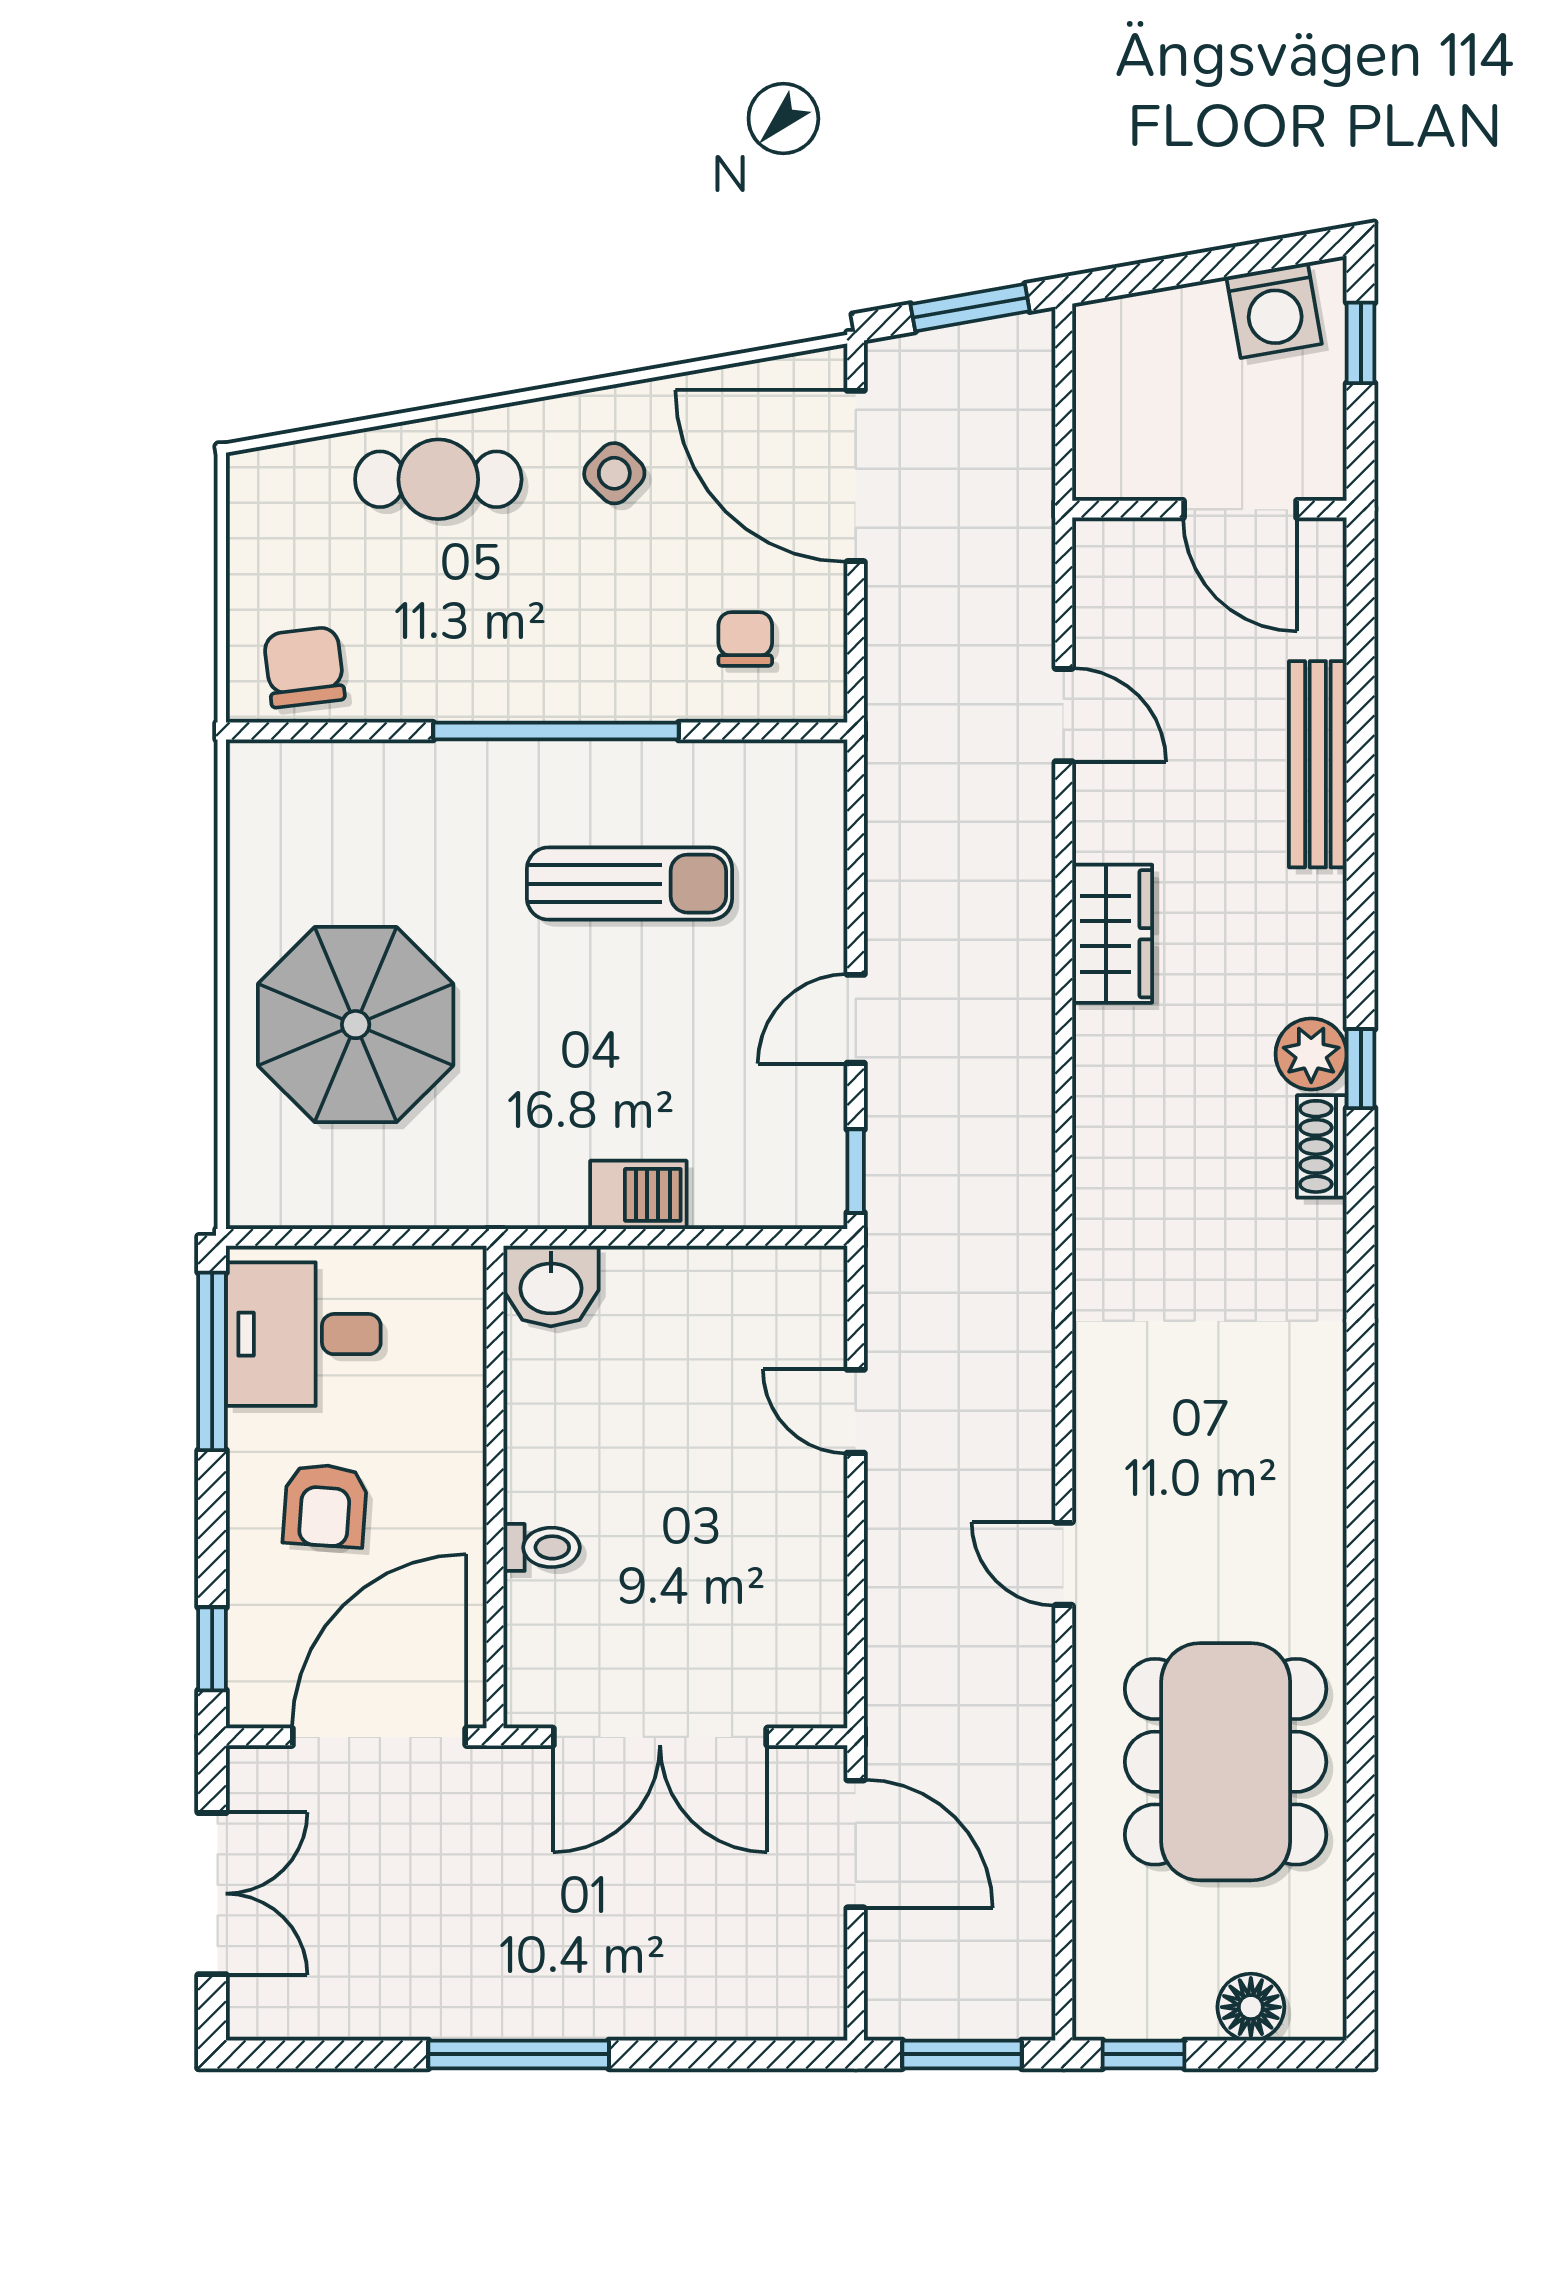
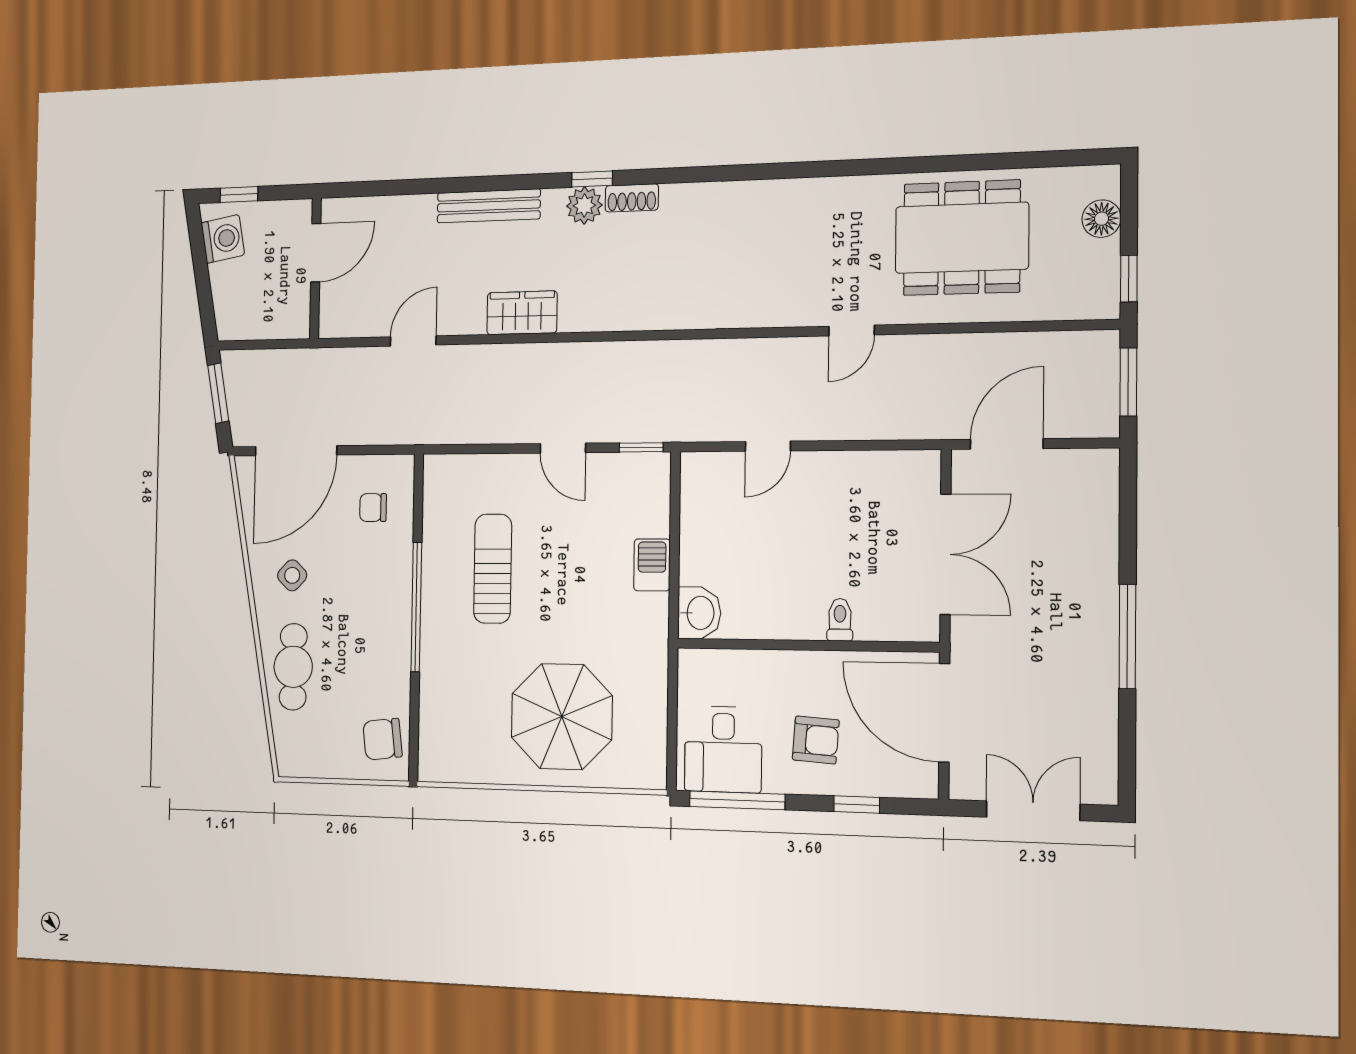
bench: (1318, 764) -> (489, 206), moved
window: (212, 1649) -> (857, 805), moved

